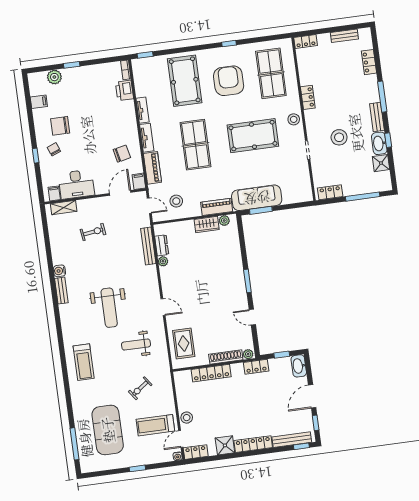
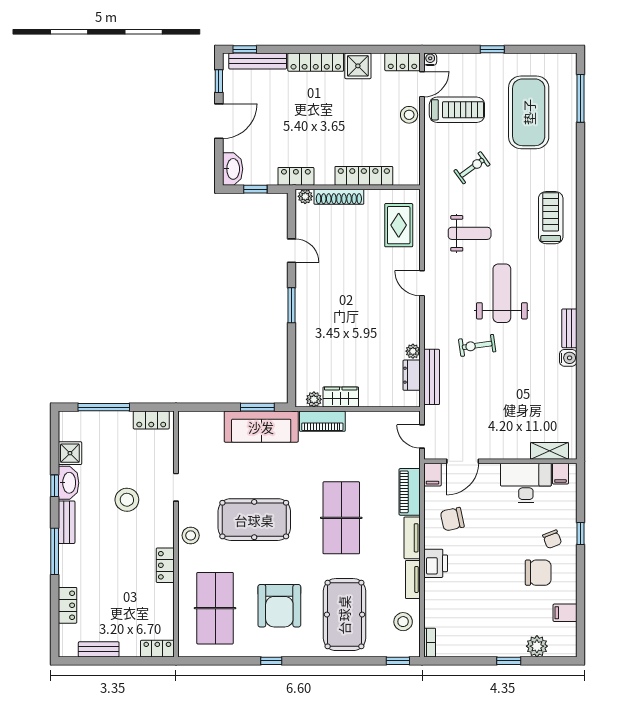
printer: (124, 90) -> (436, 563), moved
stool: (176, 201) -> (403, 622), moved
exercise bike: (93, 232) -> (477, 345), moved

